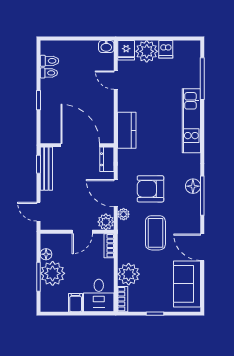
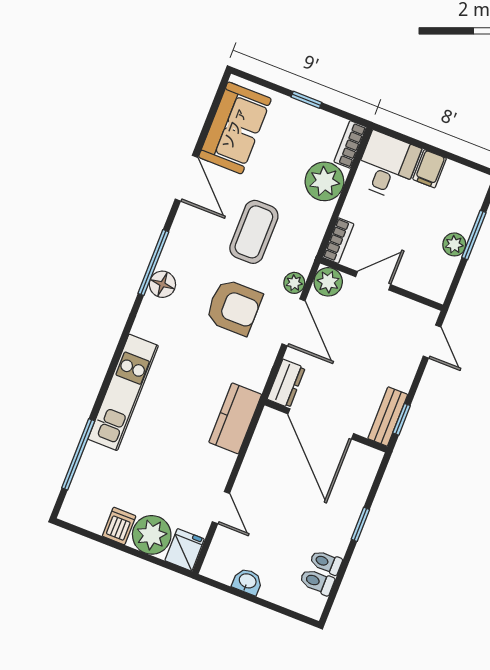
washbasin: (106, 46) -> (247, 581), moved
bench: (46, 169) -> (388, 416), width x0.73
floor lamp: (46, 254) -> (447, 267), removed
plant: (53, 273) -> (454, 244), width x0.53, depth x0.53

